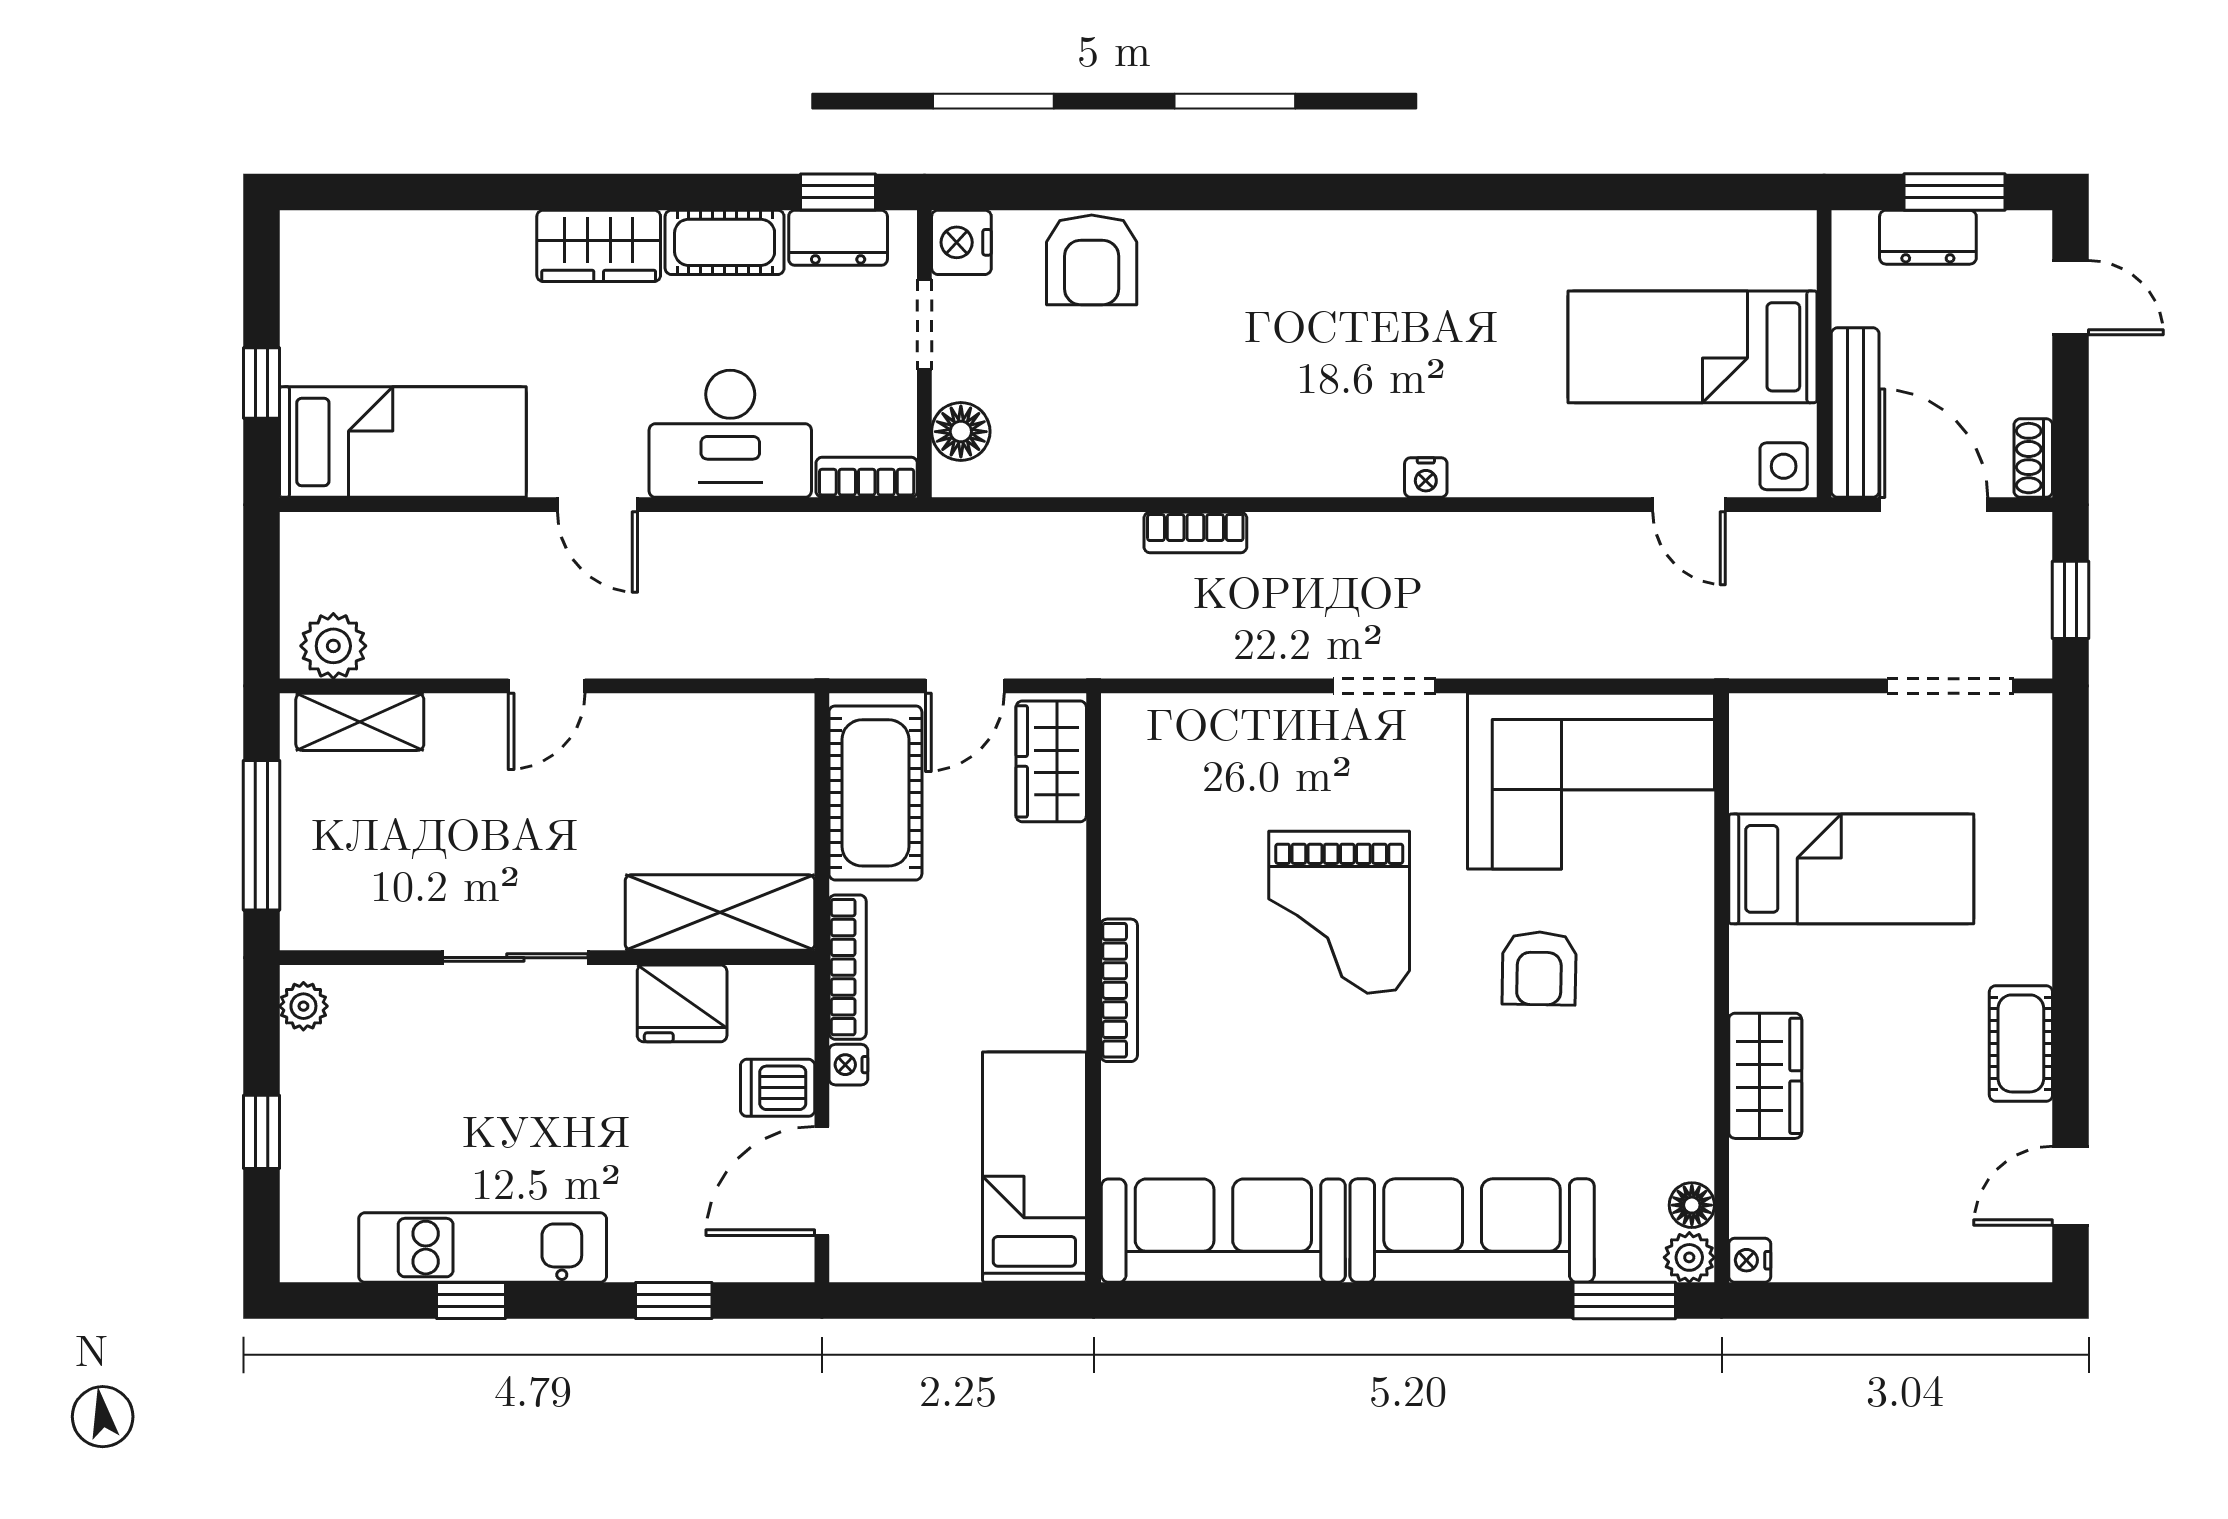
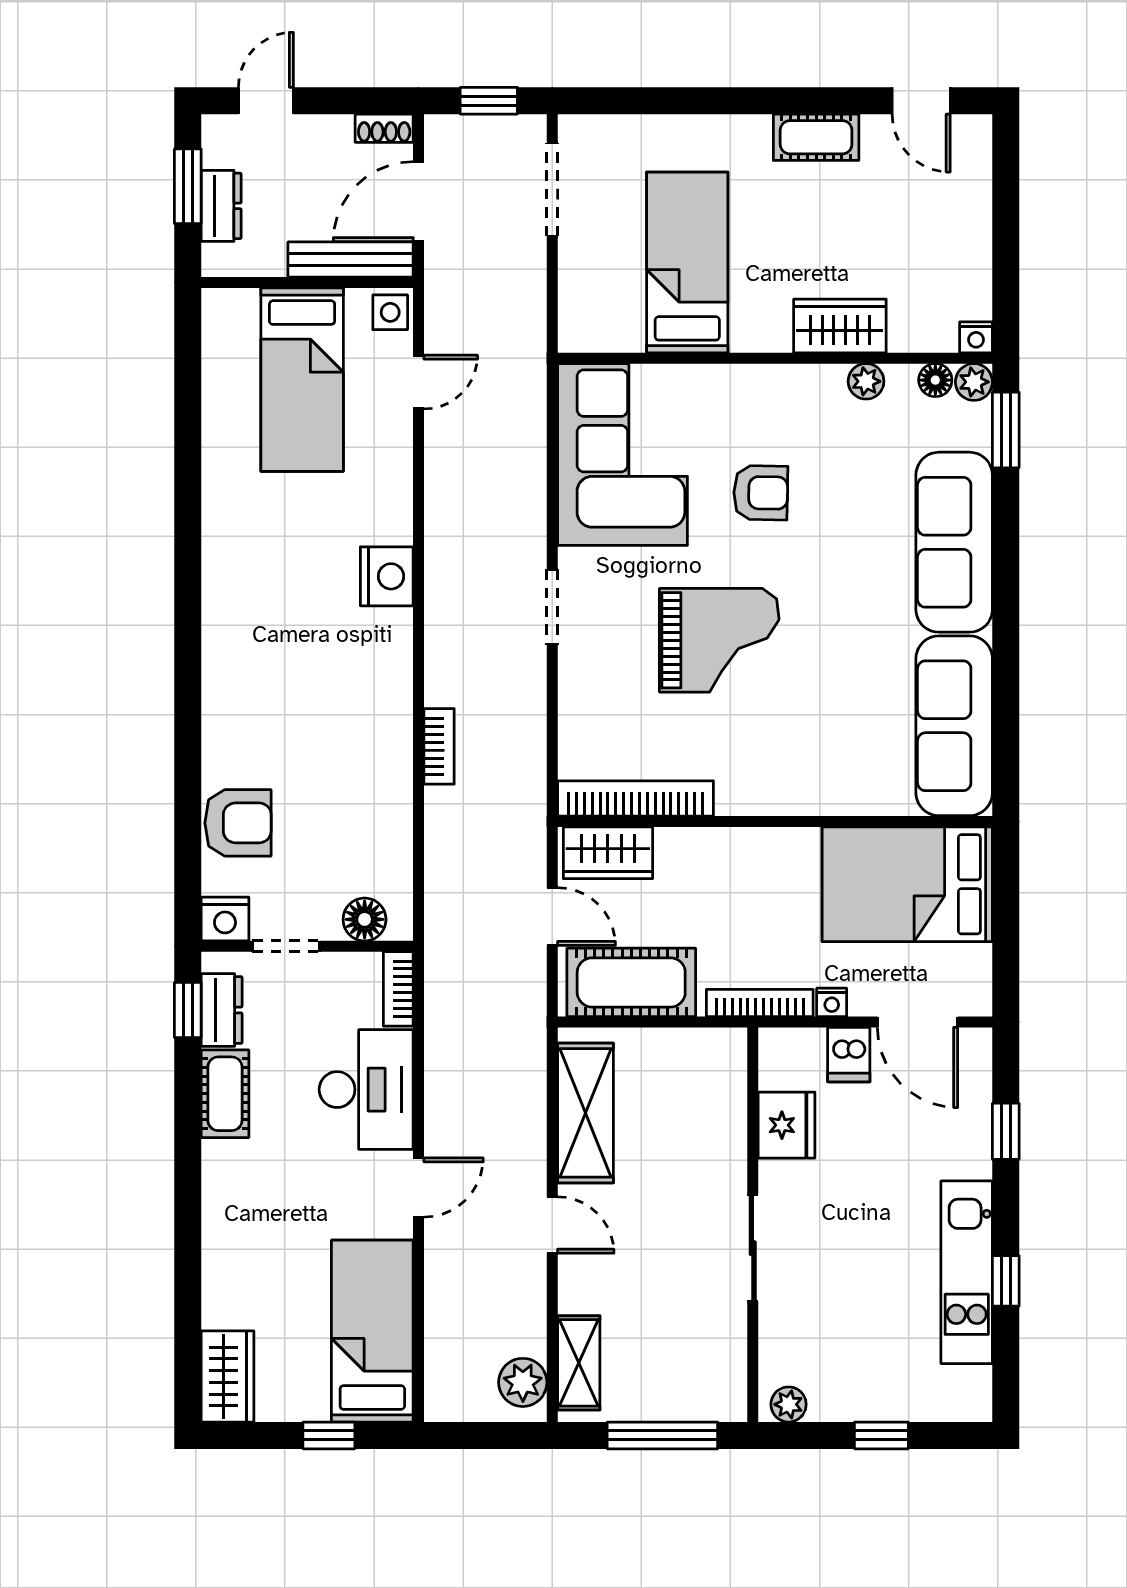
wardrobe: (599, 246) -> (228, 1376), moved
nightstand: (1426, 477) -> (387, 576), width x1.89, depth x1.79
shelving: (720, 912) -> (585, 1113), moved
bookcase: (1119, 990) -> (635, 798), moved, width x1.48, depth x1.31
plant: (1690, 1111) -> (866, 381), added
bed: (1034, 1167) -> (907, 884), width x1.50

